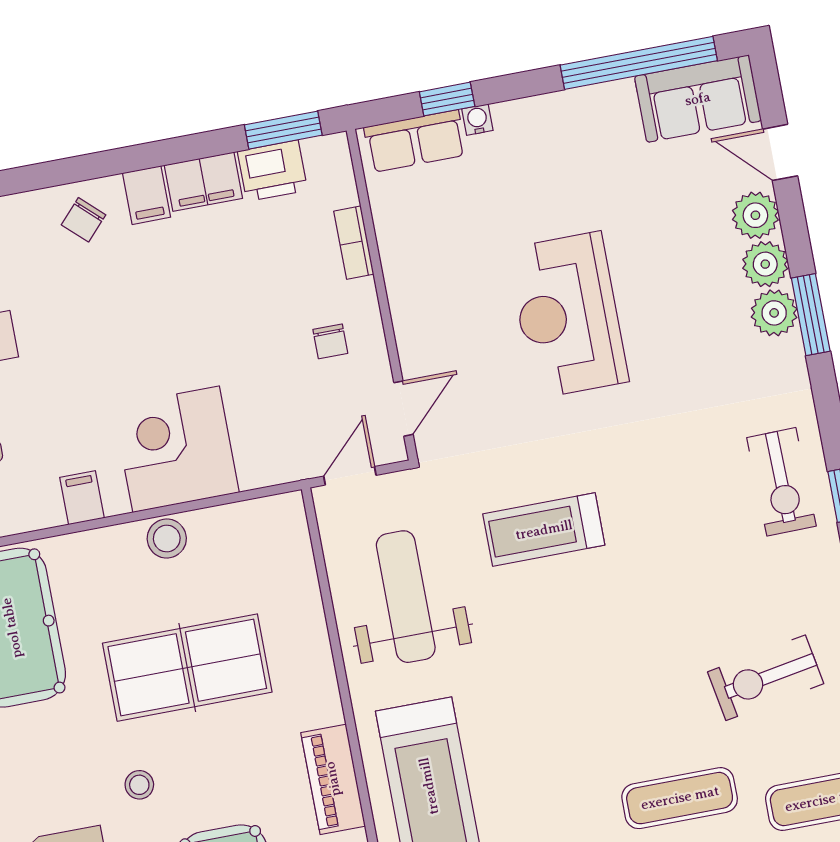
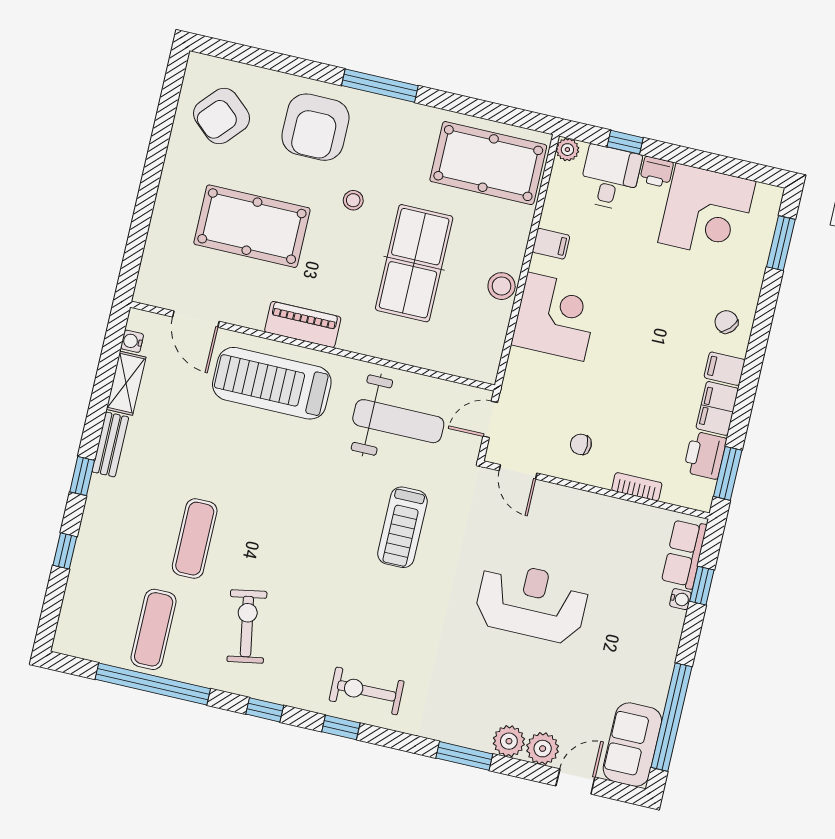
plant: (774, 313) -> (476, 733), removed
door: (350, 476) -> (490, 419), swing flipped
treadmill: (544, 530) -> (402, 527), turned 180

